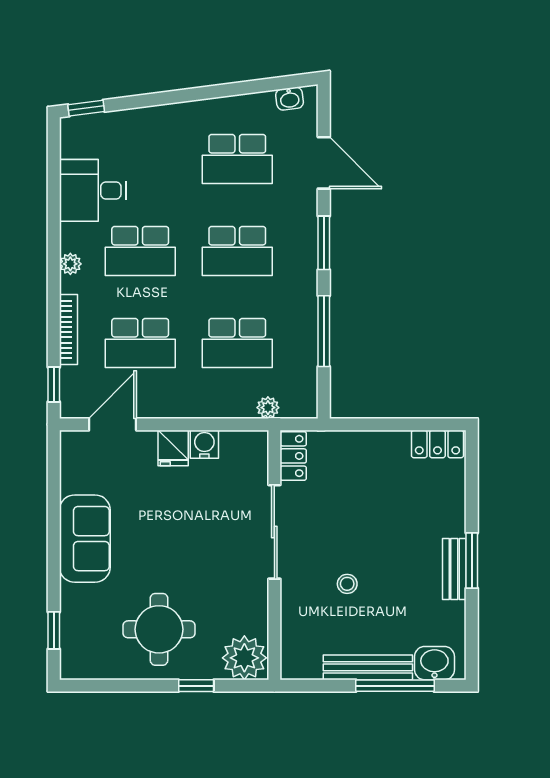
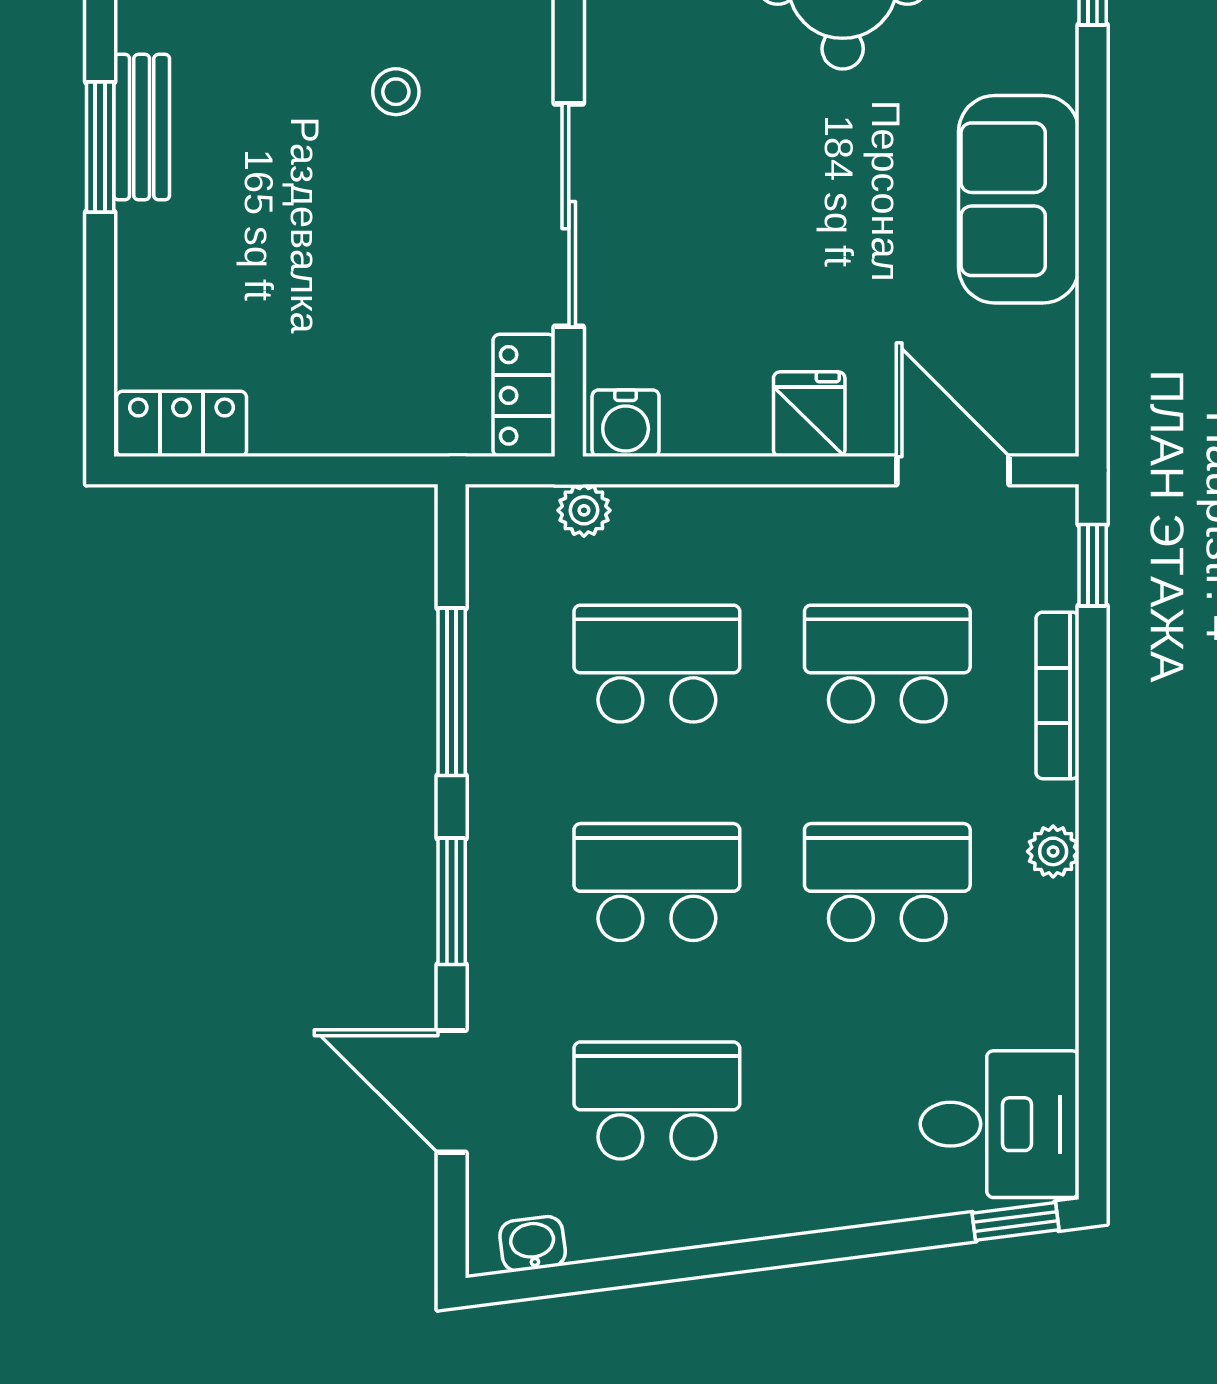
desk: (93, 190) -> (1000, 1124), moved
door: (113, 424) -> (953, 470), swing flipped
water cooler: (204, 444) -> (626, 423), moved

